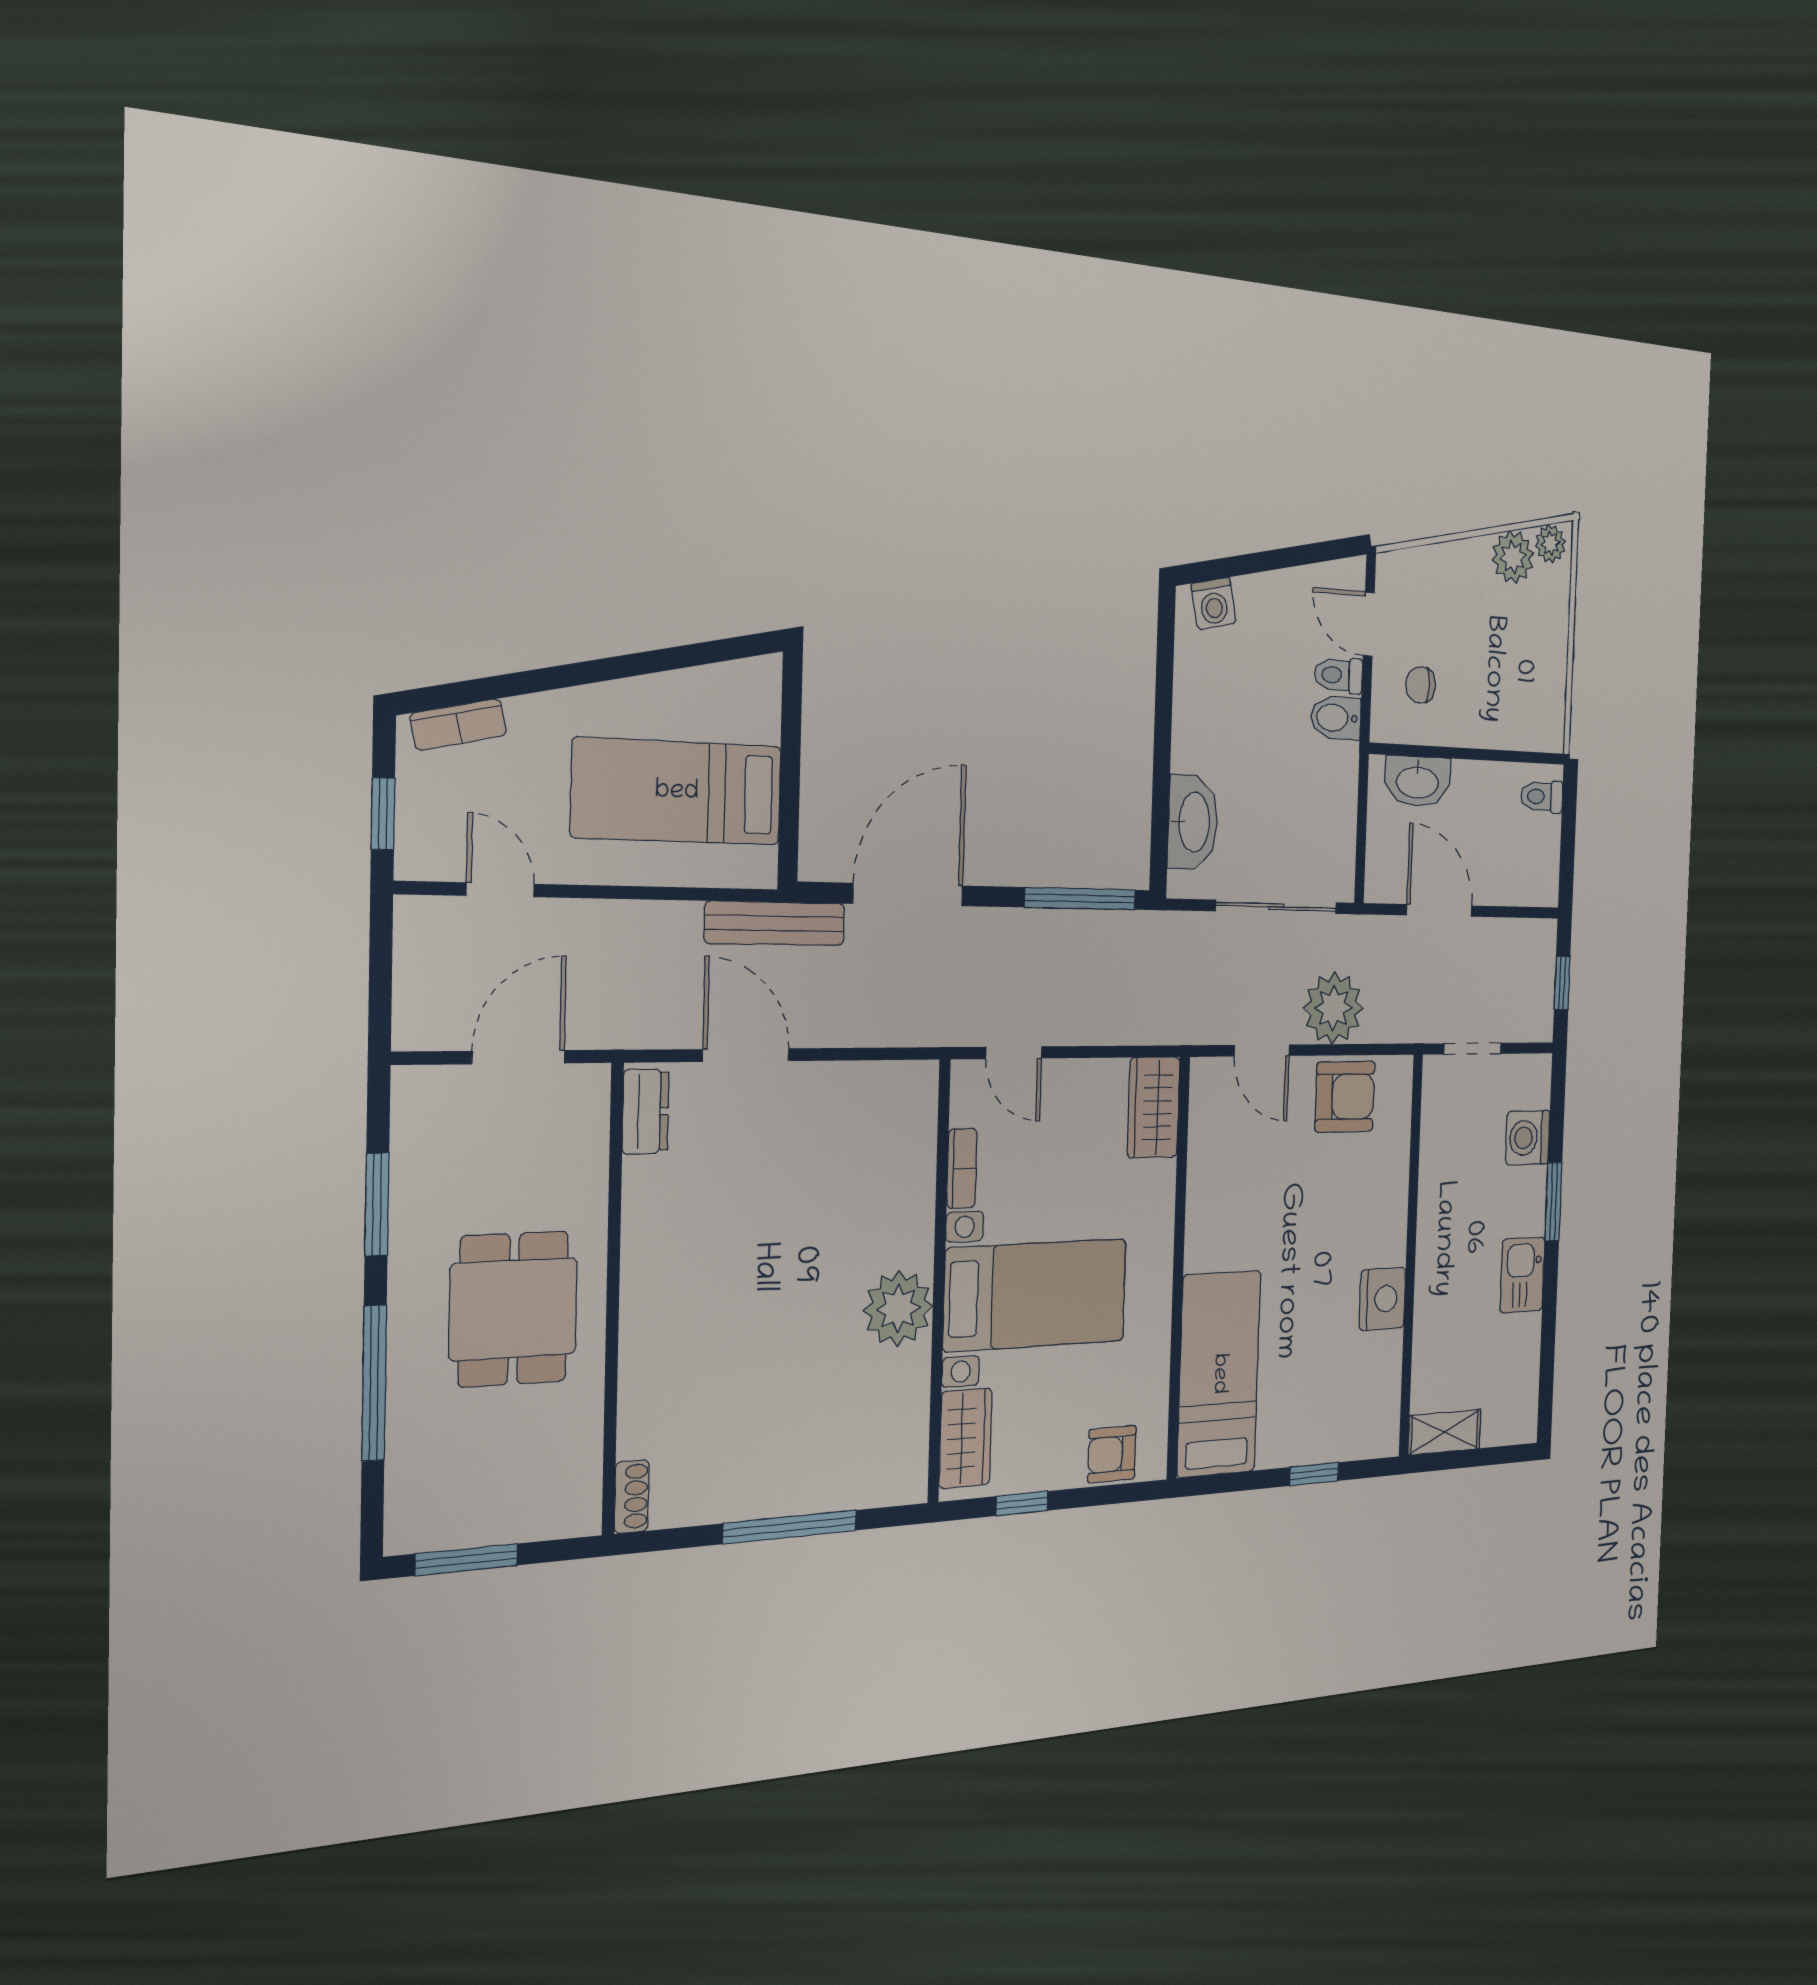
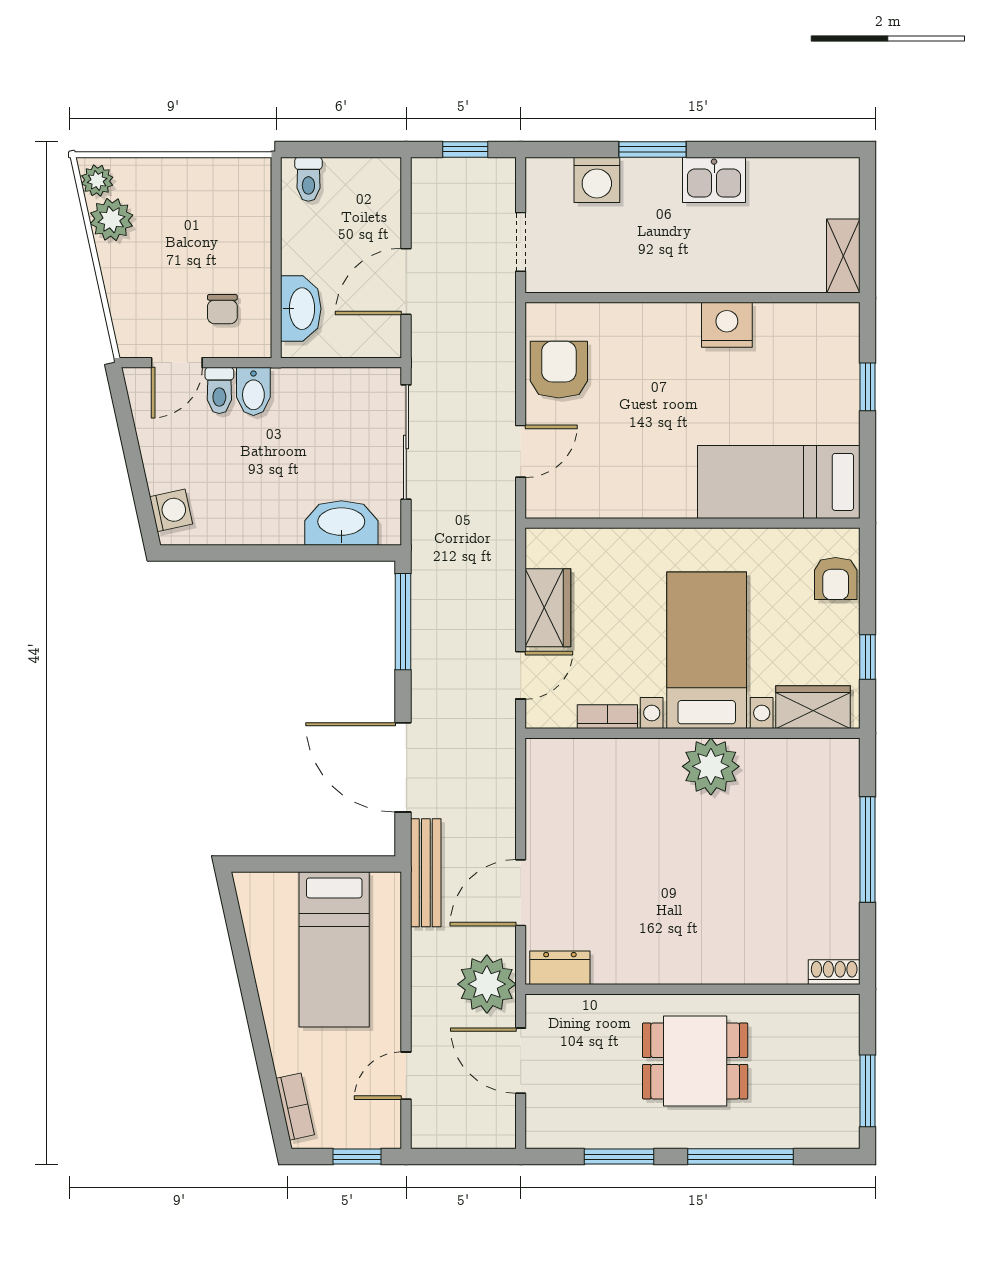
plant: (1333, 1008) -> (487, 984), moved
wardrobe: (1154, 1107) -> (548, 608), moved, turned -90

